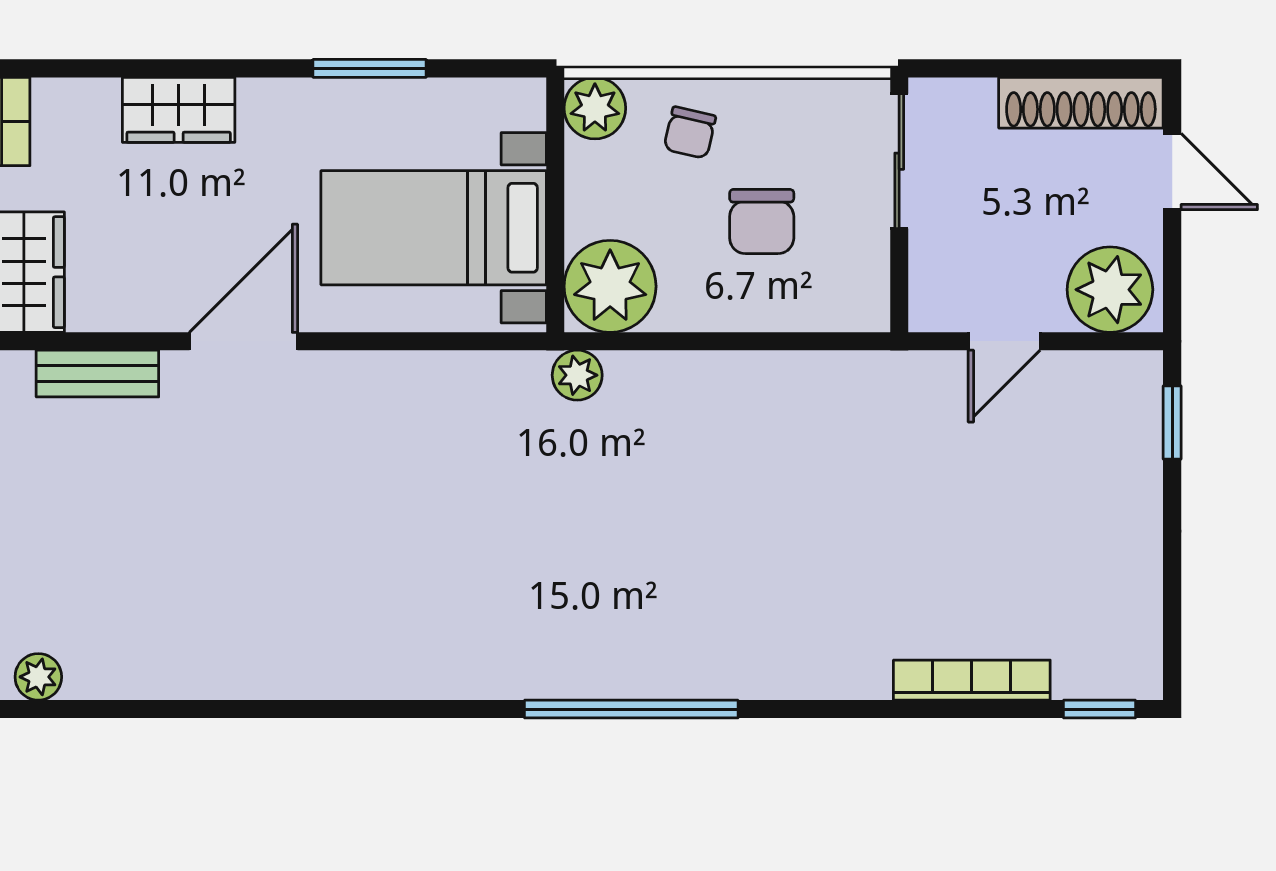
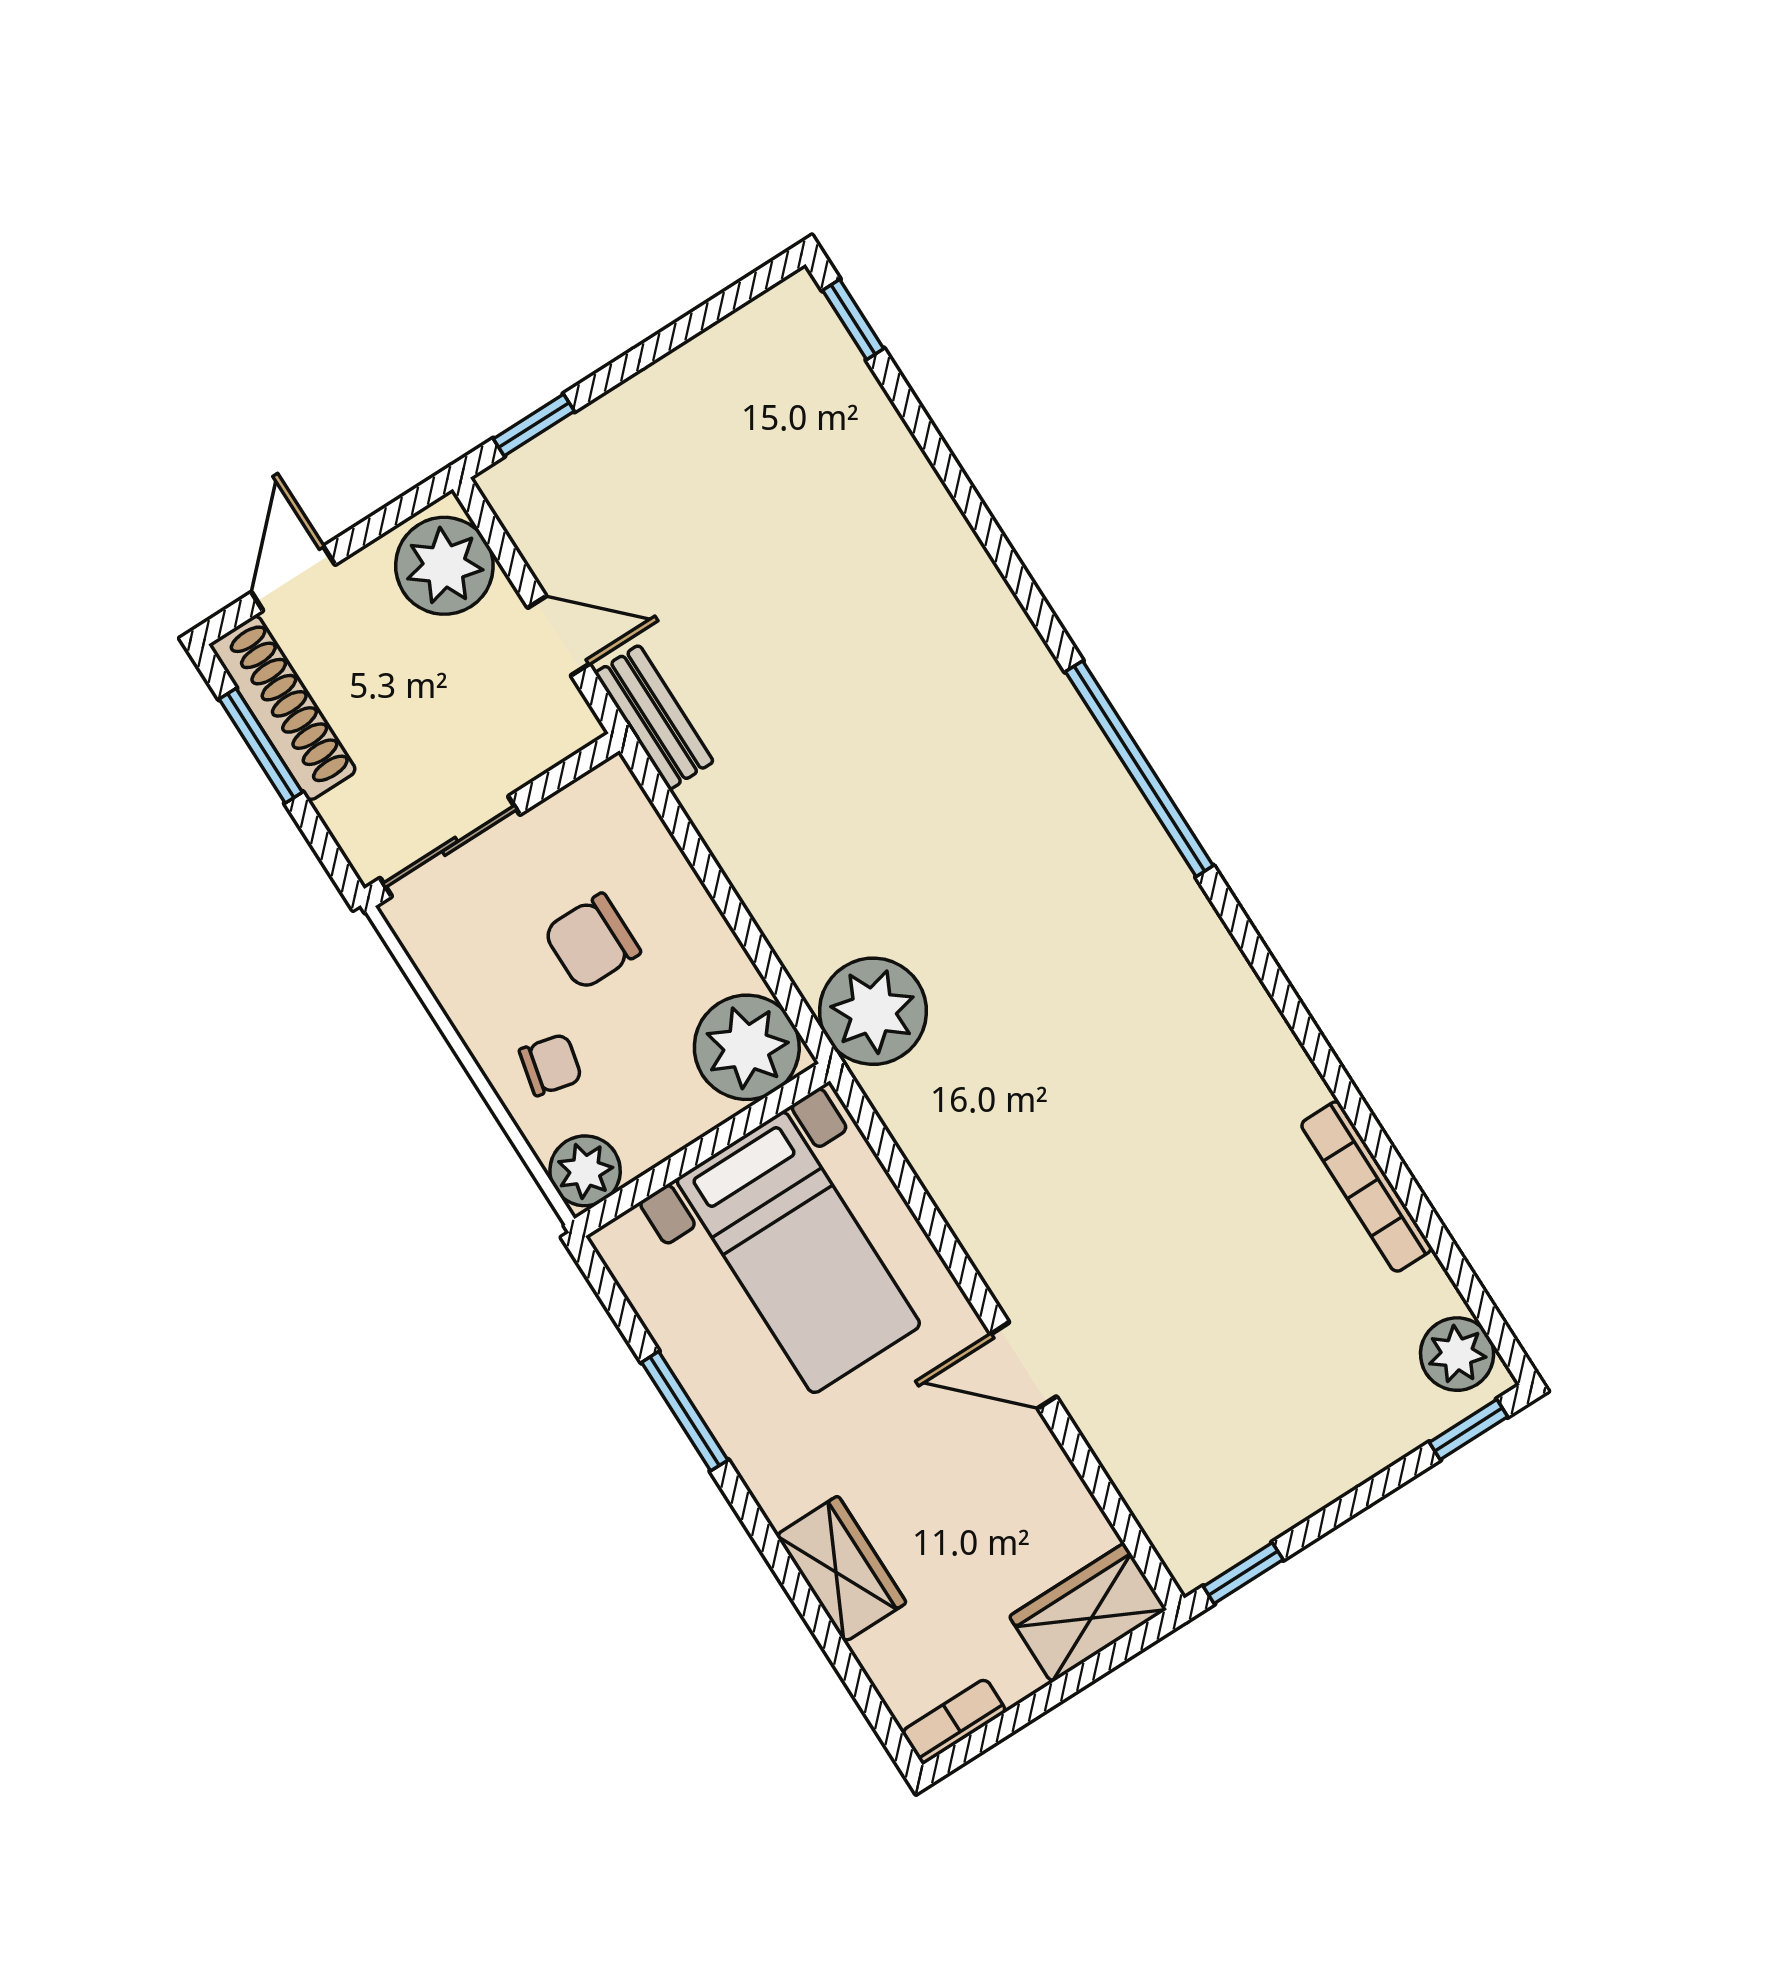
window: (1063, 68) -> (261, 746), added
chair: (762, 221) -> (592, 942), turned 180
door: (244, 341) -> (1023, 1365), width x0.73
bench: (97, 374) -> (654, 717), moved
plant: (577, 375) -> (873, 1011), width x1.87, depth x1.87
plant: (38, 677) -> (1457, 1354), width x1.38, depth x1.38
bookcase: (972, 680) -> (1366, 1187), moved

